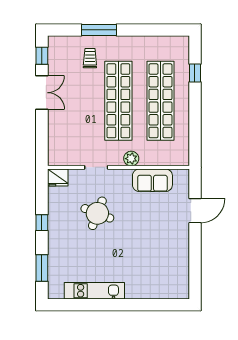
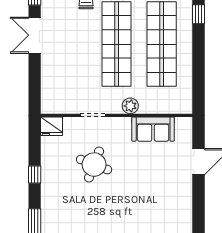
double door: (42, 93) -> (35, 35), swing flipped

